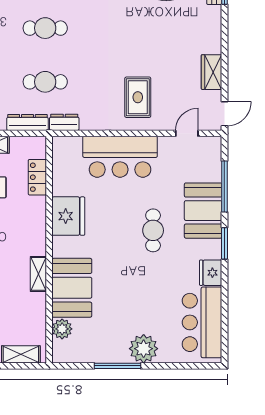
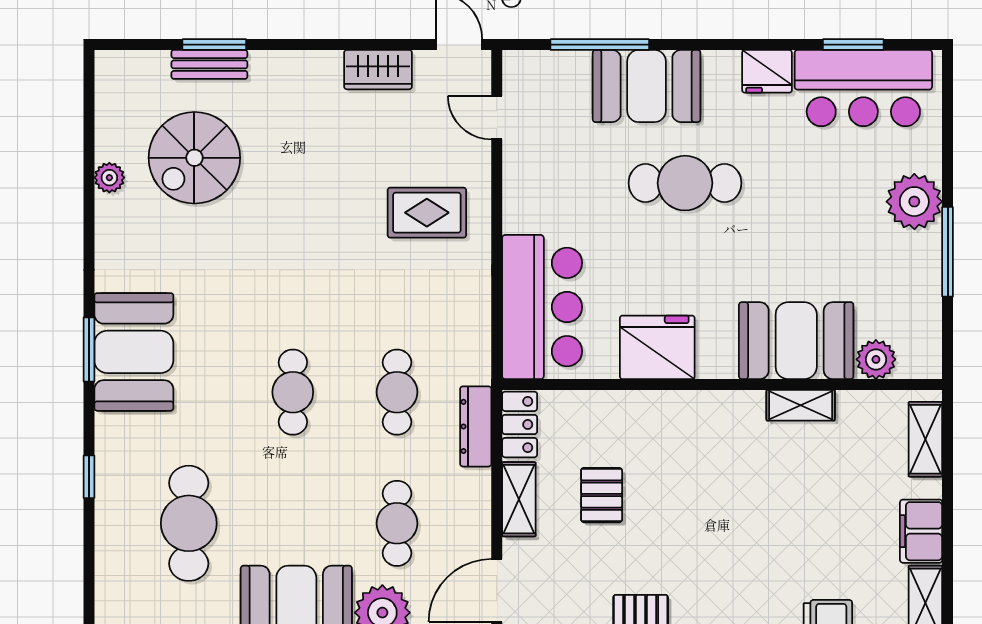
dresser: (64, 122) -> (475, 355), removed
bar counter: (120, 157) -> (542, 307), moved
locker: (37, 177) -> (520, 424), moved, turned -90
cafe table: (153, 230) -> (685, 183), width x1.37, depth x1.35
window: (224, 243) -> (853, 45), moved
shelving: (38, 274) -> (801, 405), moved

